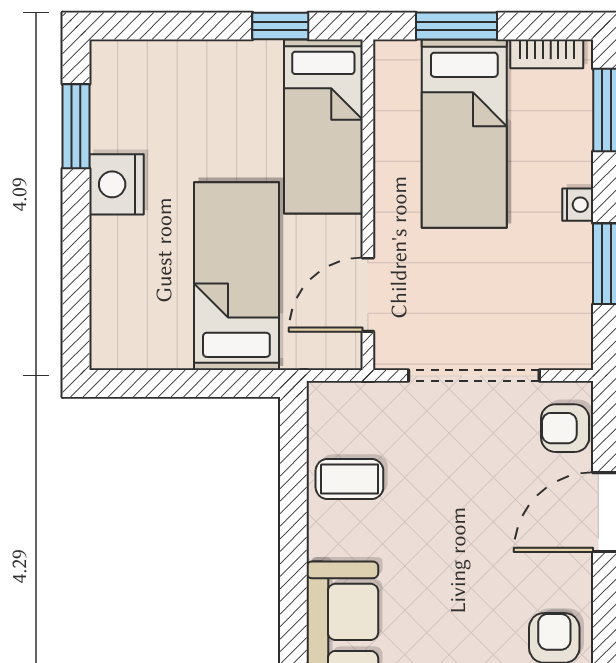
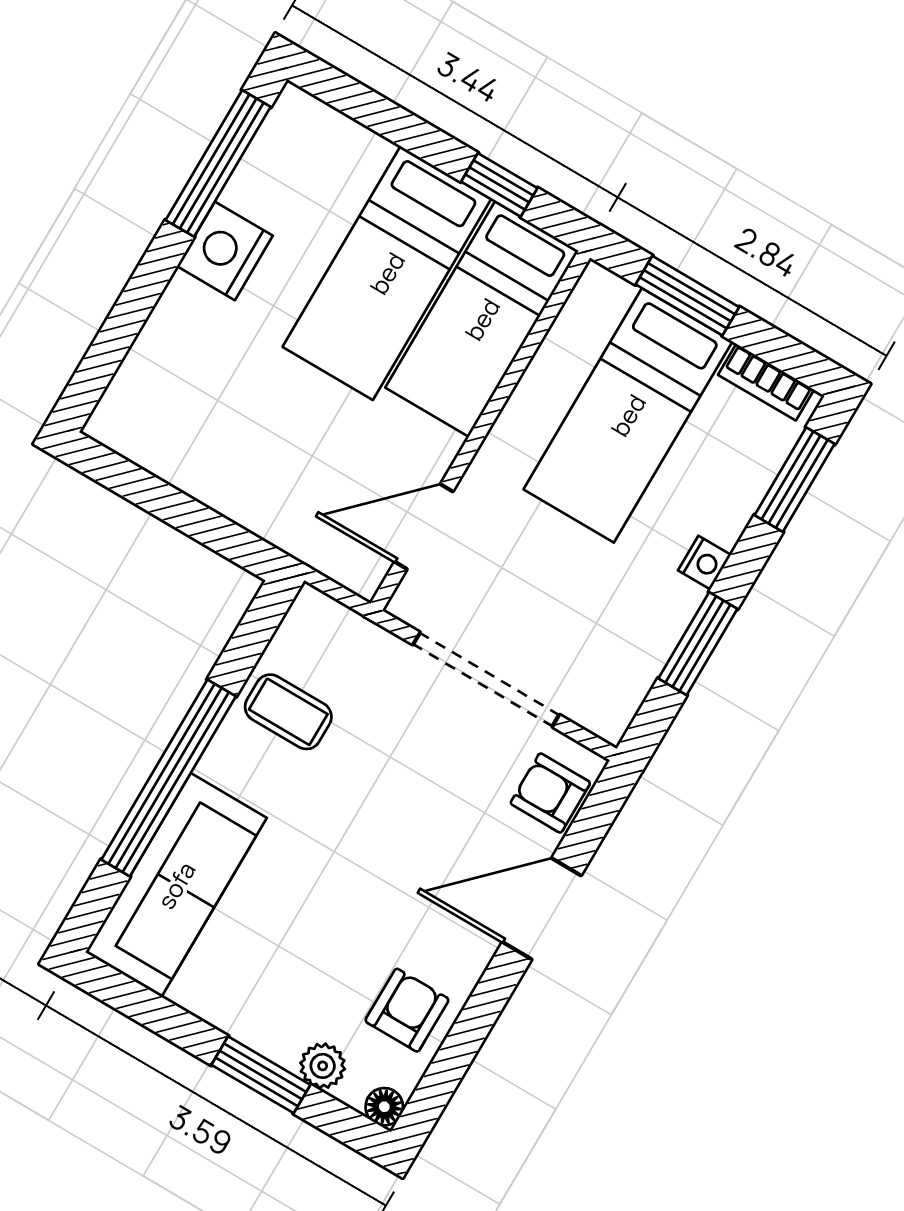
window: (76, 126) -> (218, 163), width x1.44
bed: (236, 276) -> (387, 273), moved, turned 180
window: (293, 574) -> (169, 778), added

